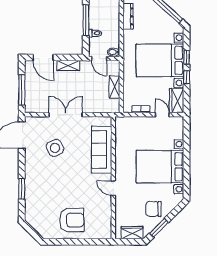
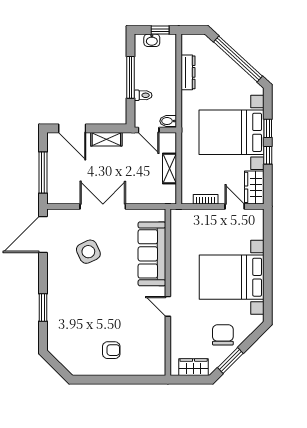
chair: (154, 209) -> (223, 335), turned 90
armchair: (72, 220) -> (111, 350), width x0.53, depth x0.53

